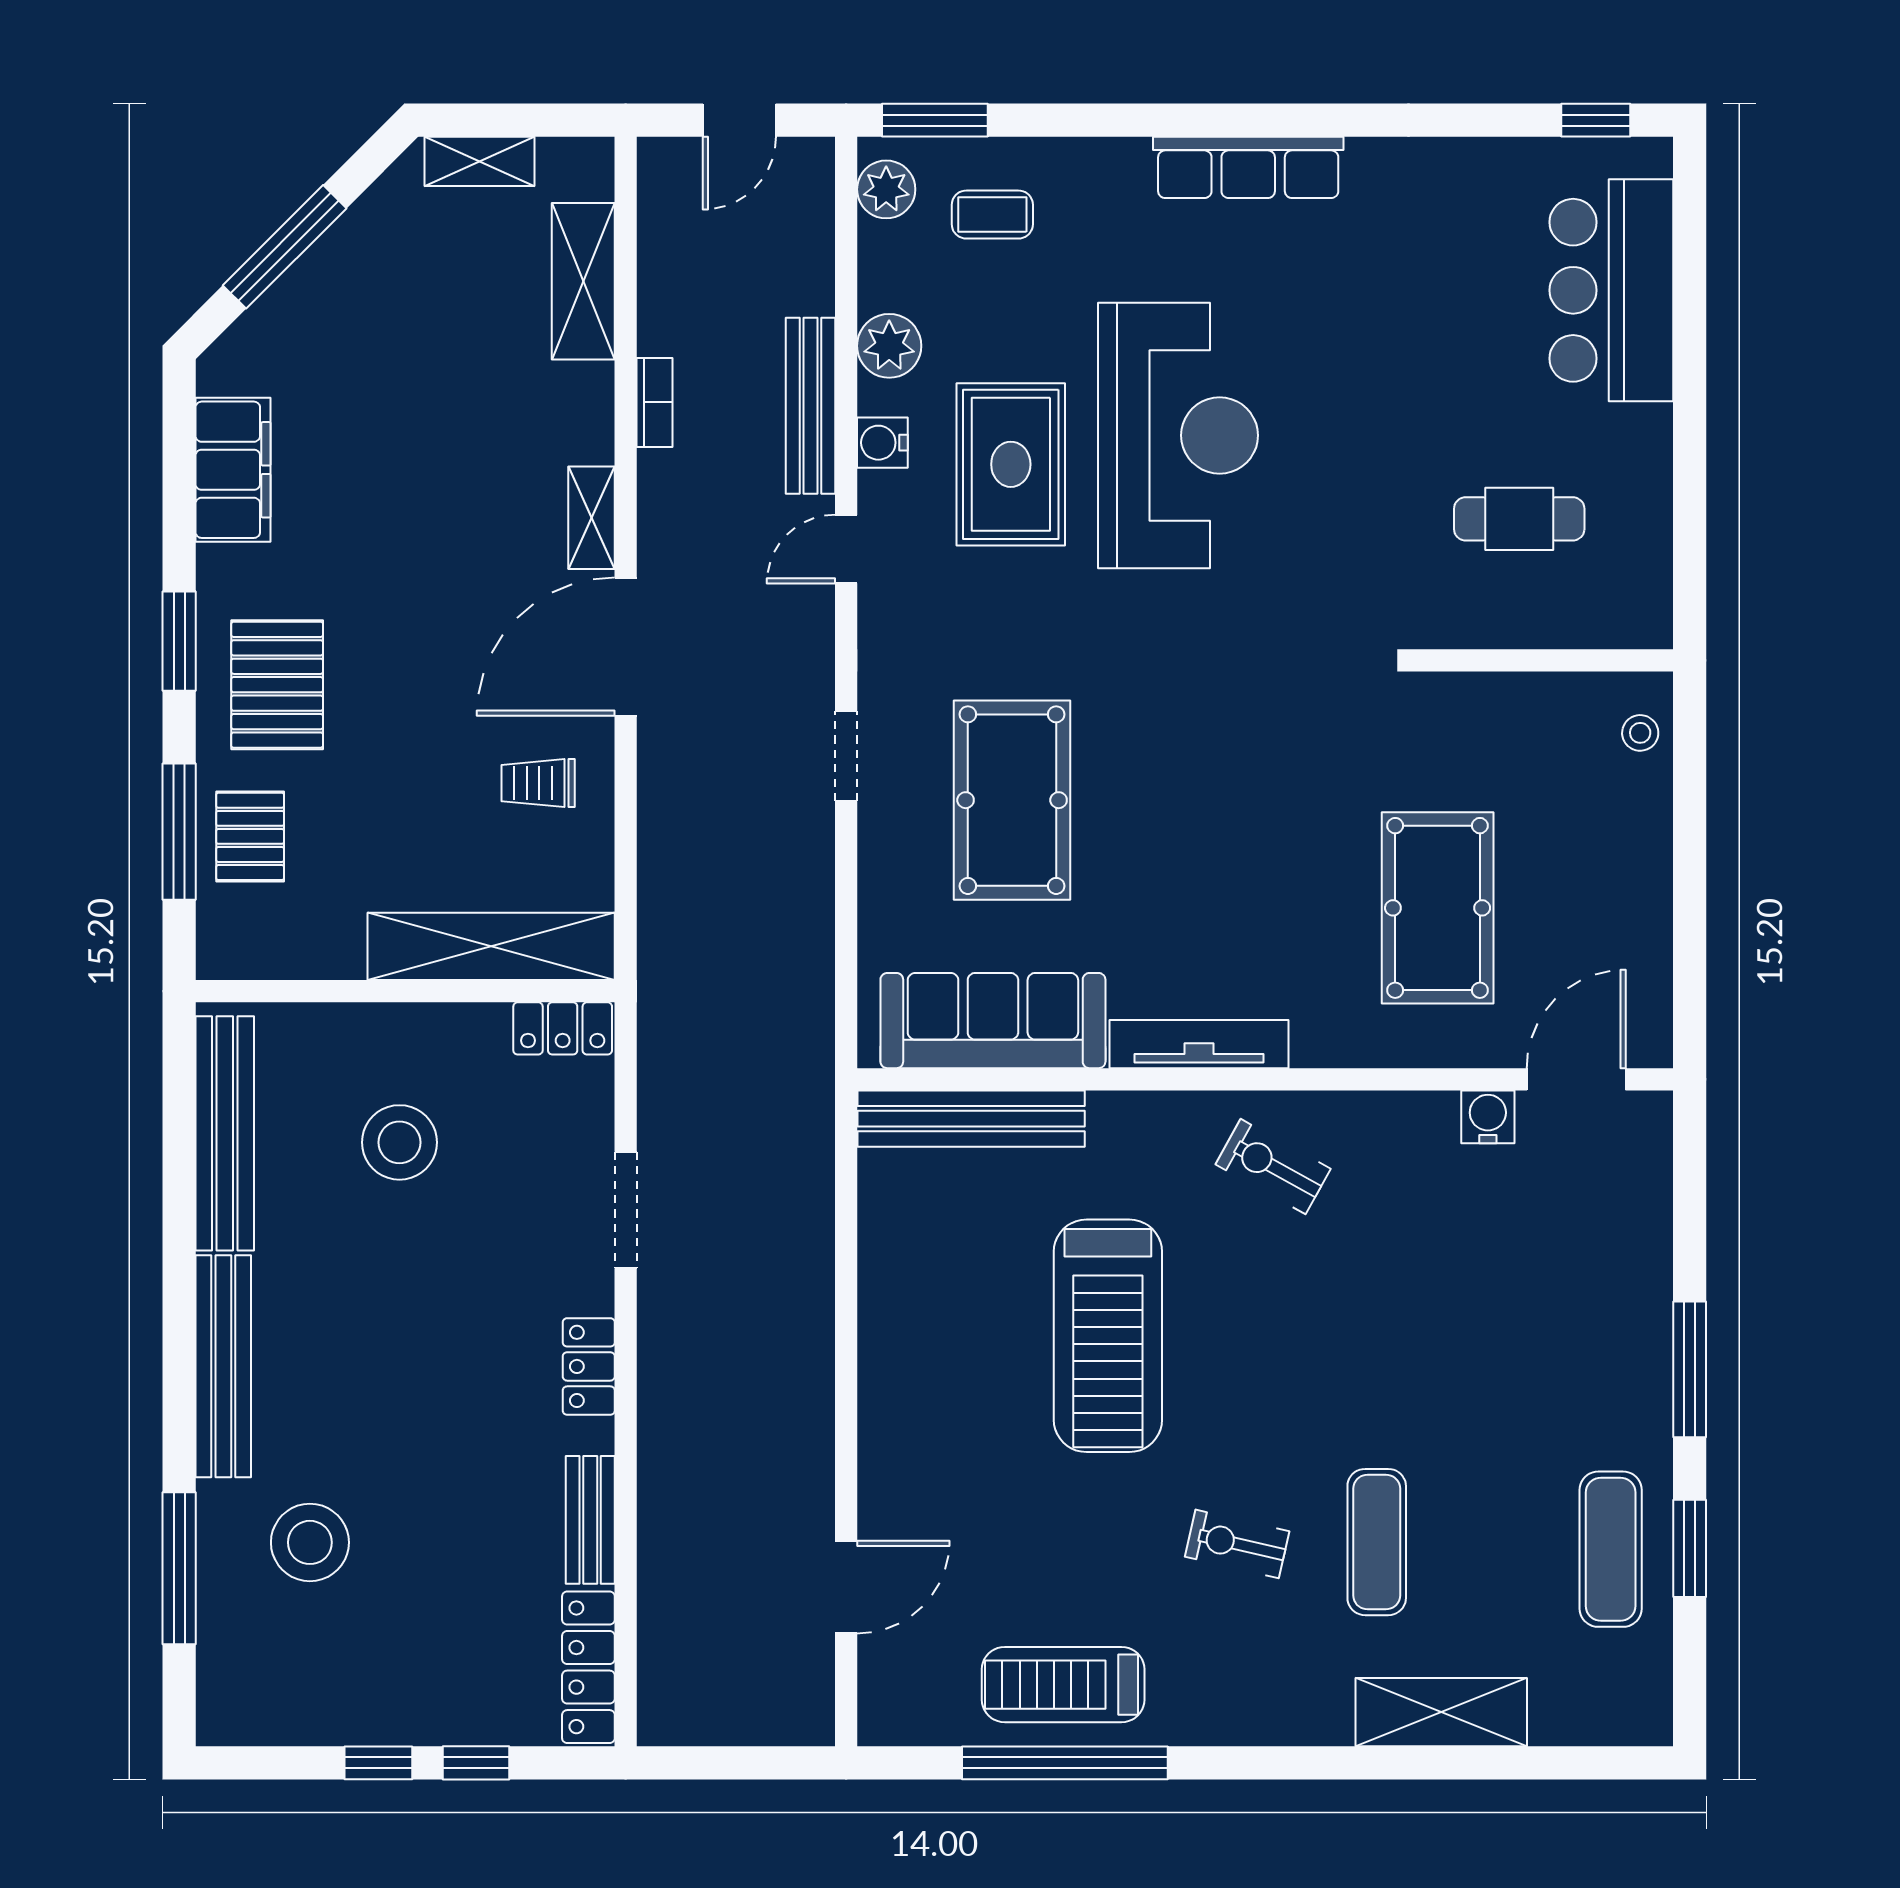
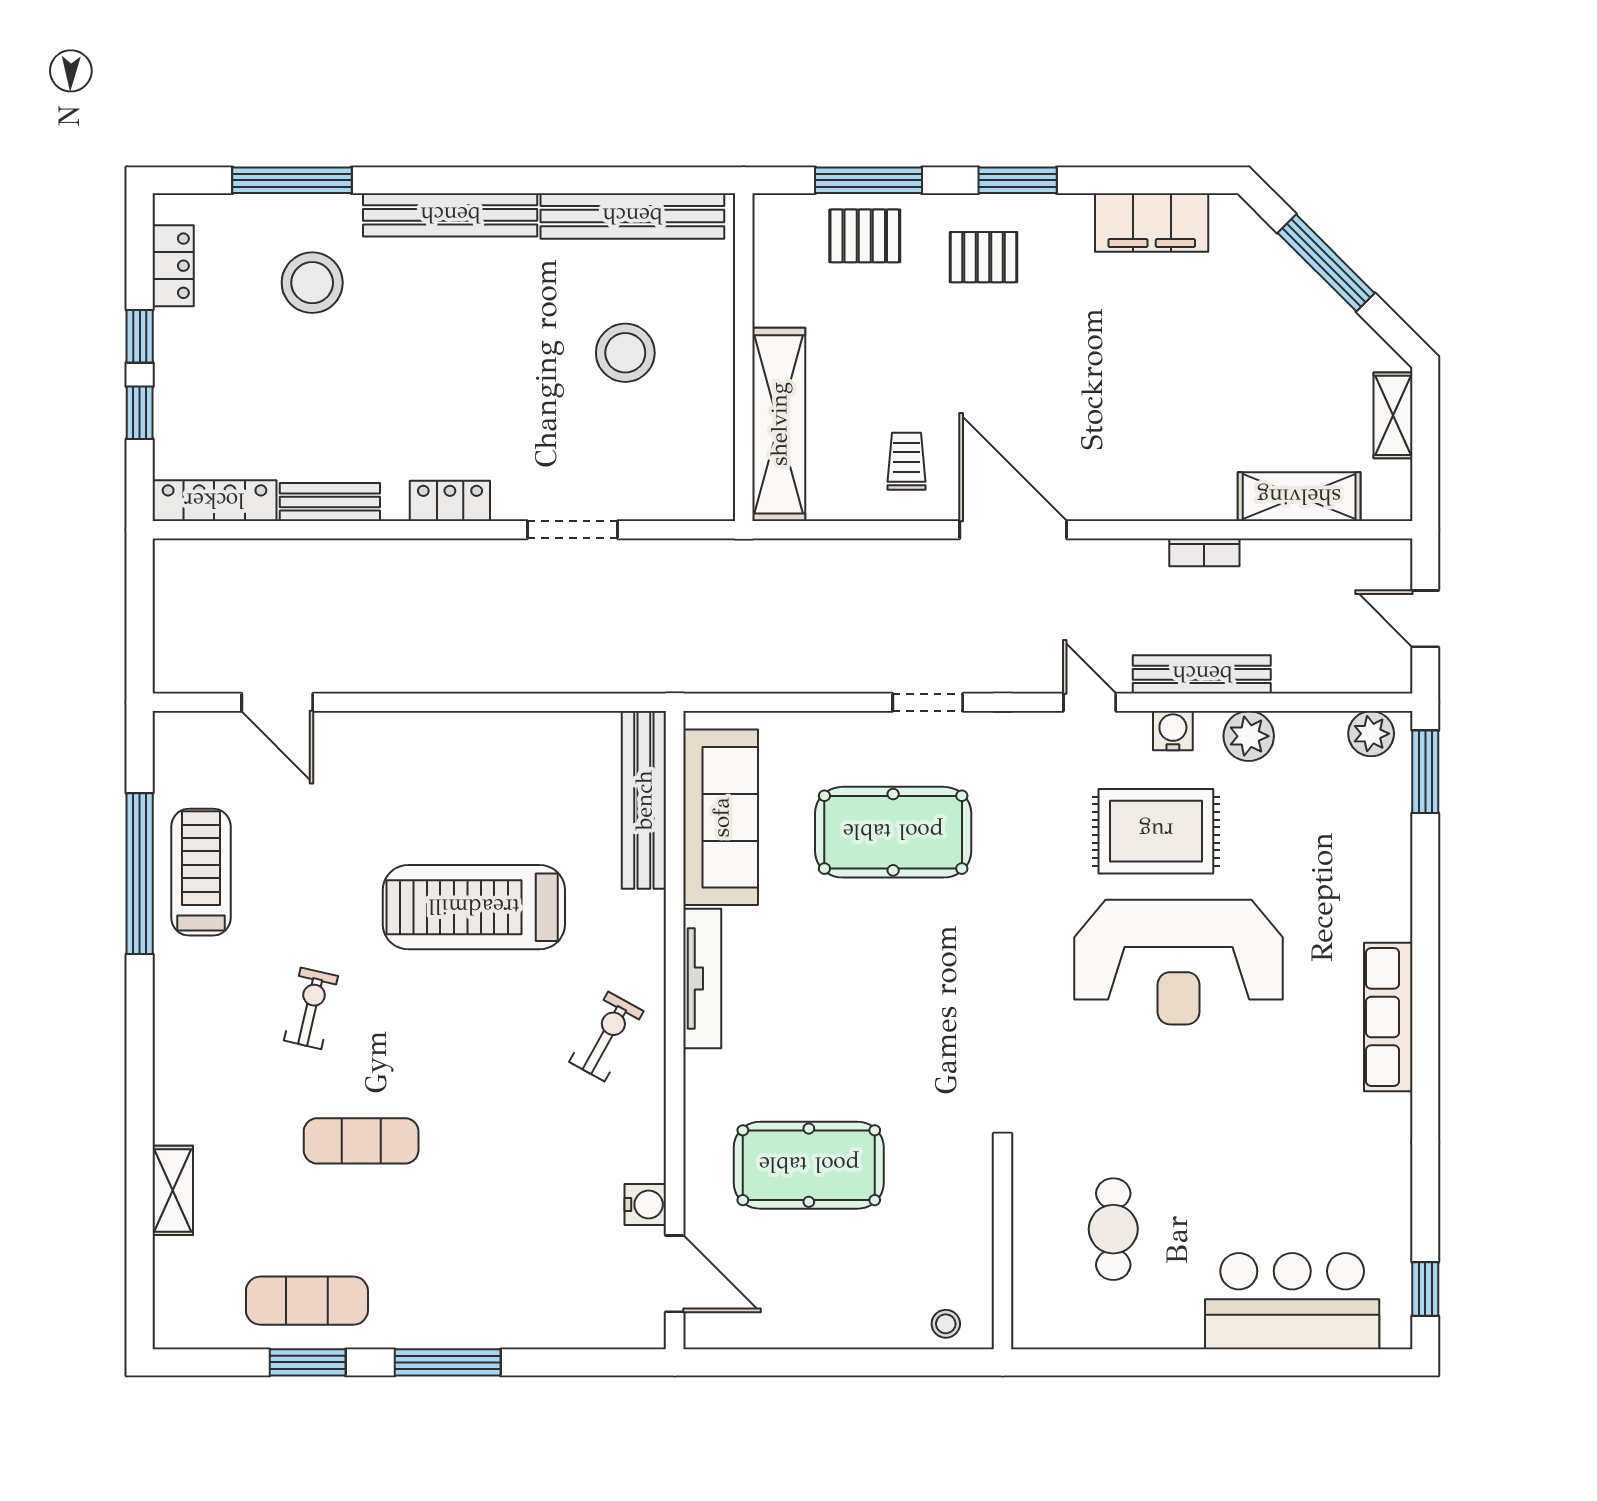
coffee table: (992, 215) -> (1351, 817), removed
shelving: (591, 518) -> (1114, 503), removed
pallet: (277, 685) -> (983, 257), width x0.67, depth x0.71
locker: (563, 1028) -> (173, 266), moved, turned 180
exercise mat: (1377, 1542) -> (361, 1141), moved
shelving: (1441, 1712) -> (173, 1190), width x0.67, depth x0.75

